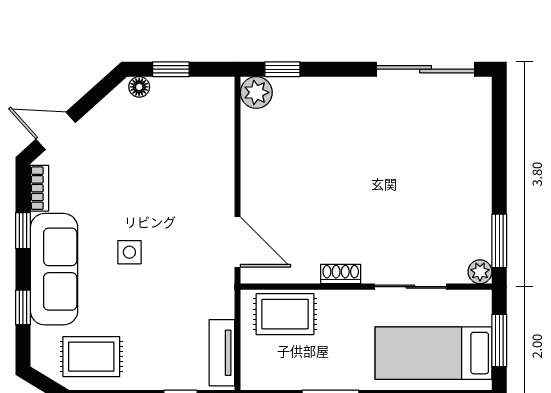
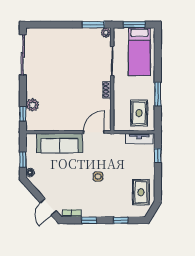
plant: (256, 92) -> (32, 105), moved
sofa: (54, 269) -> (59, 143), moved, turned 180
rug: (285, 314) -> (139, 113), moved

